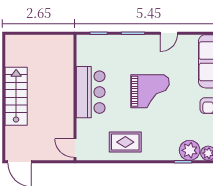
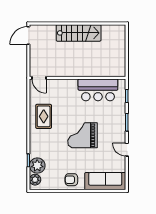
grand piano: (150, 91) -> (82, 135), turned 90
bar counter: (91, 92) -> (98, 90), moved
door: (75, 148) -> (39, 78), swing flipped

